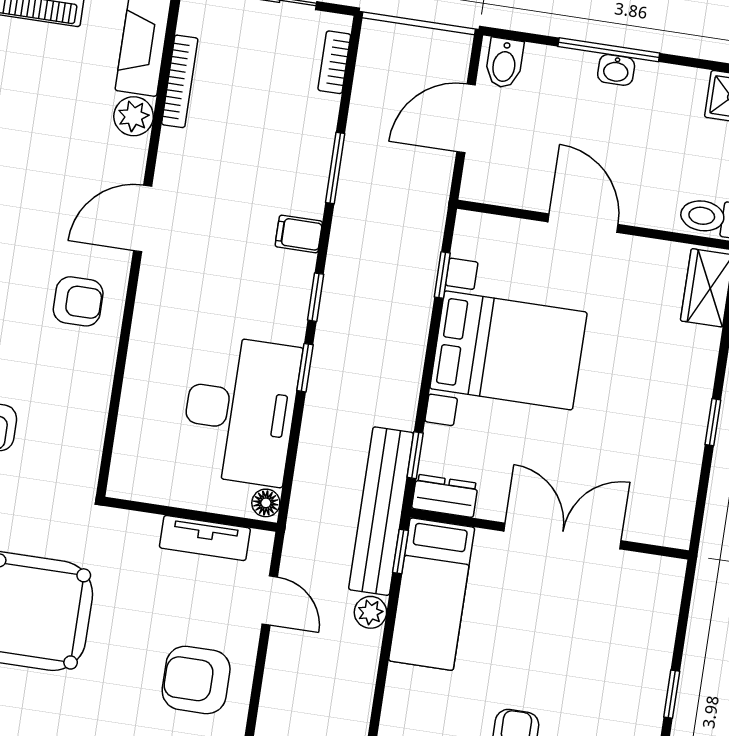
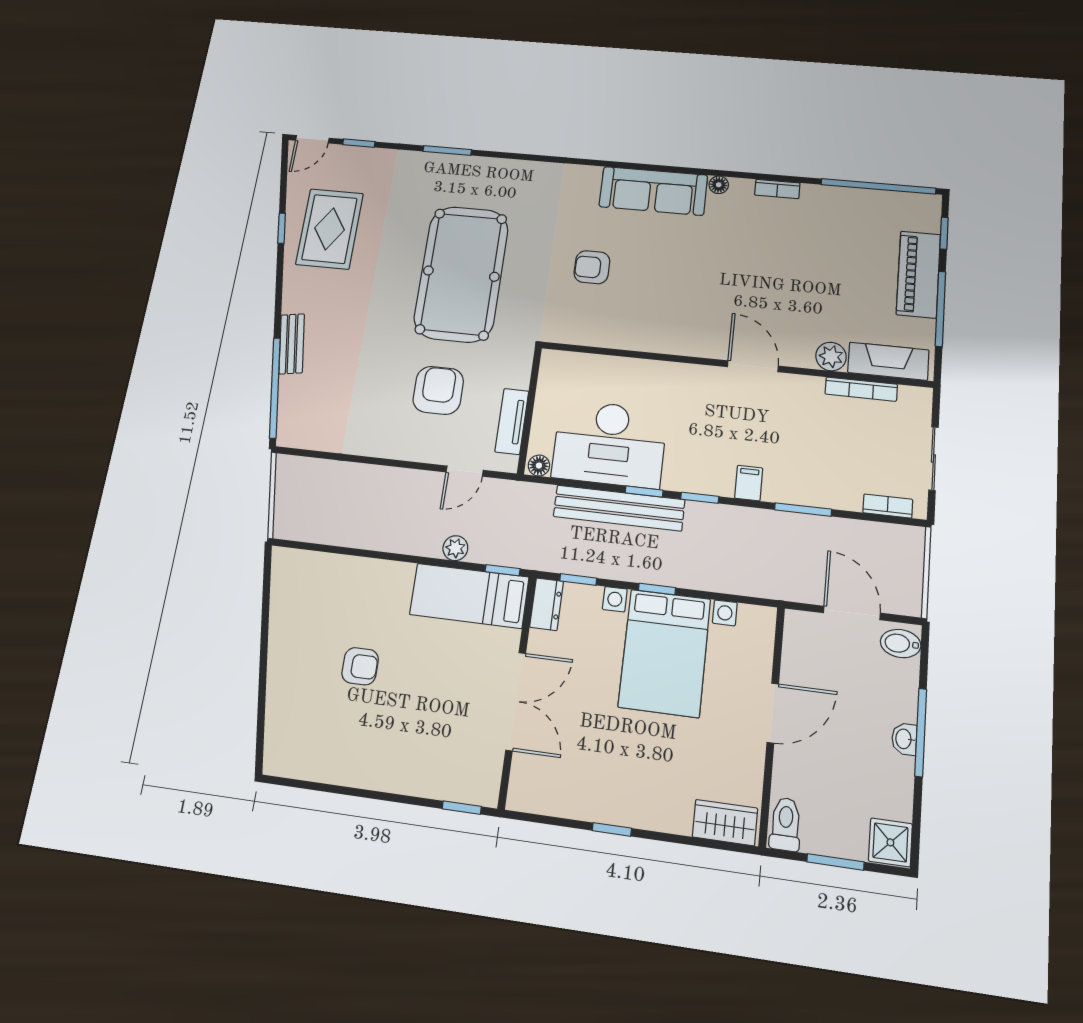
window: (442, 275) -> (657, 589), moved
armchair: (78, 301) -> (687, 323), removed
bench: (381, 511) -> (619, 508), moved
armchair: (196, 680) -> (438, 390), moved
window: (672, 694) -> (462, 808), moved

